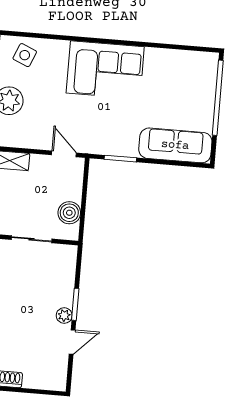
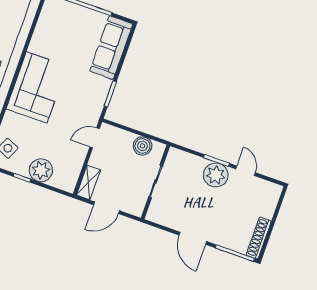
plant: (64, 316) -> (216, 175), width x1.87, depth x1.87

